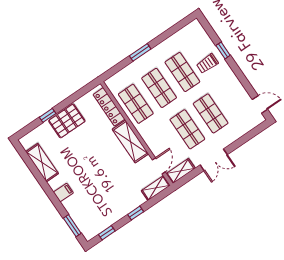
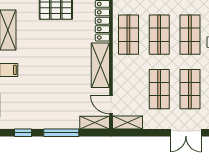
double door: (214, 160) -> (186, 133), moved
door: (159, 166) -> (111, 104), swing flipped
window: (136, 213) -> (61, 133), width x2.17

